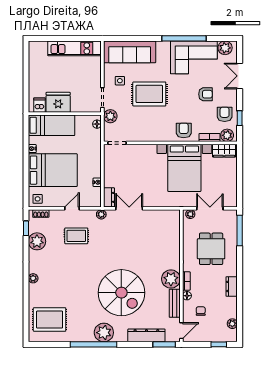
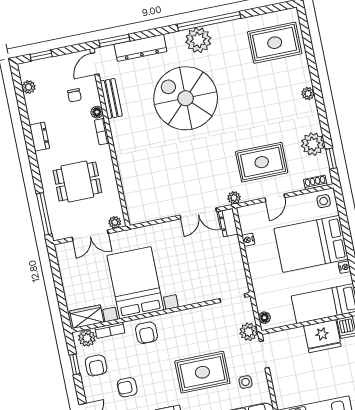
rug: (76, 236) -> (262, 162), width x1.36, depth x1.43
dining table: (211, 249) -> (77, 182), turned 90
plant: (171, 279) -> (123, 130), removed

